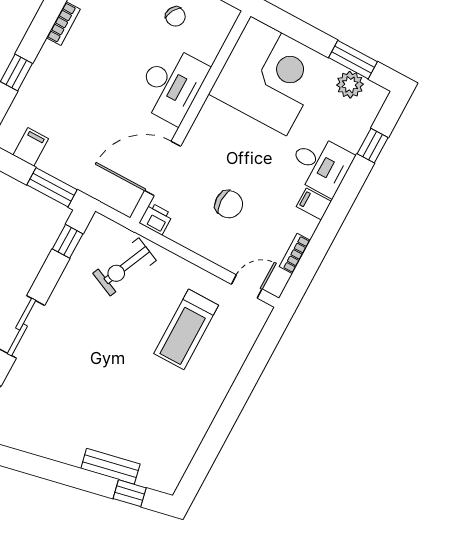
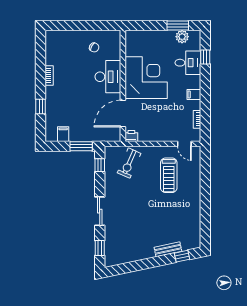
corner desk: (268, 76) -> (146, 78), moved
desk: (321, 165) -> (188, 63), moved
chair: (229, 204) -> (158, 114), removed
door: (247, 287) -> (184, 144), swing flipped

